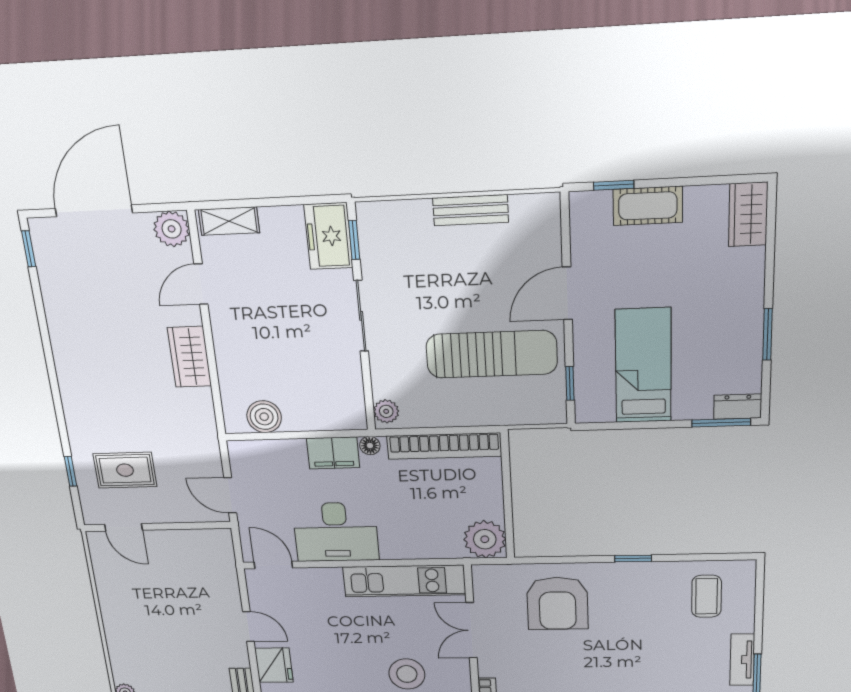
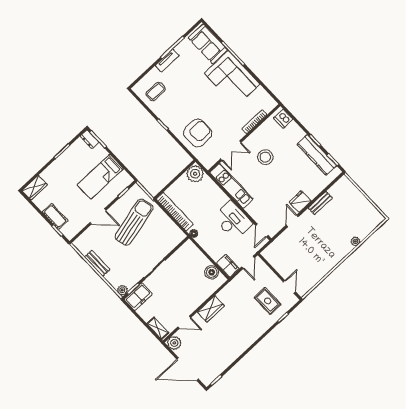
sun lounger: (492, 354) -> (134, 222), turned 77
plant: (386, 411) -> (122, 290), moved
filing cabinet: (333, 453) -> (228, 266), moved

